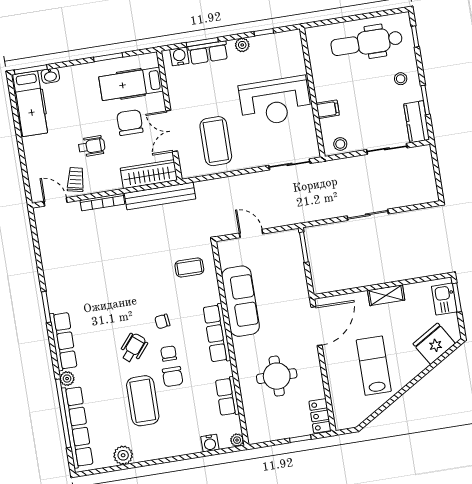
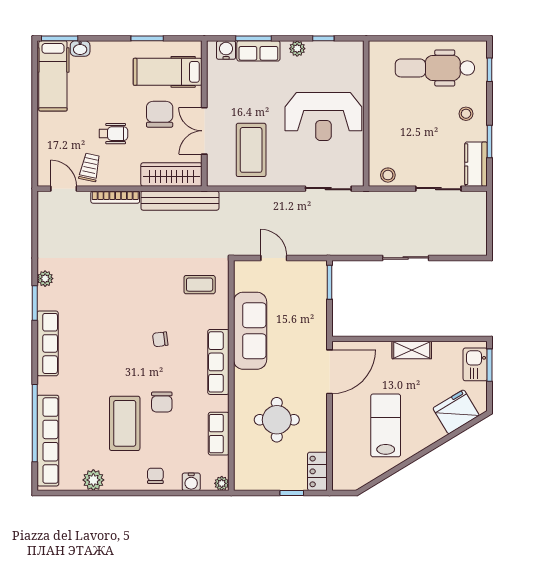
filing cabinet: (328, 109) -> (380, 134), removed
wheelchair: (133, 348) -> (124, 363), removed
chair: (169, 354) -> (155, 476), moved
plant: (67, 379) -> (45, 279), moved

